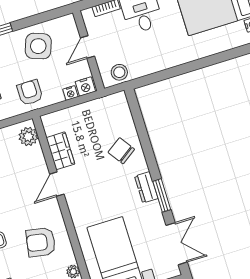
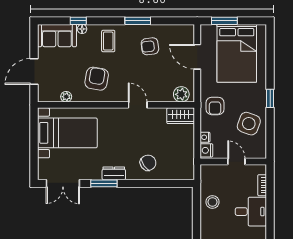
stool: (119, 72) -> (212, 202), moved
armchair: (30, 92) -> (215, 106), turned 90
wardrobe: (60, 151) -> (181, 116), moved

